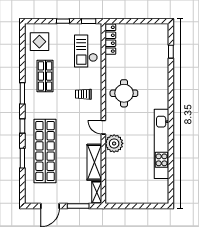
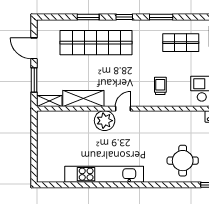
round table: (124, 93) -> (183, 161), moved

